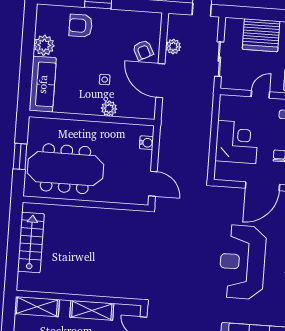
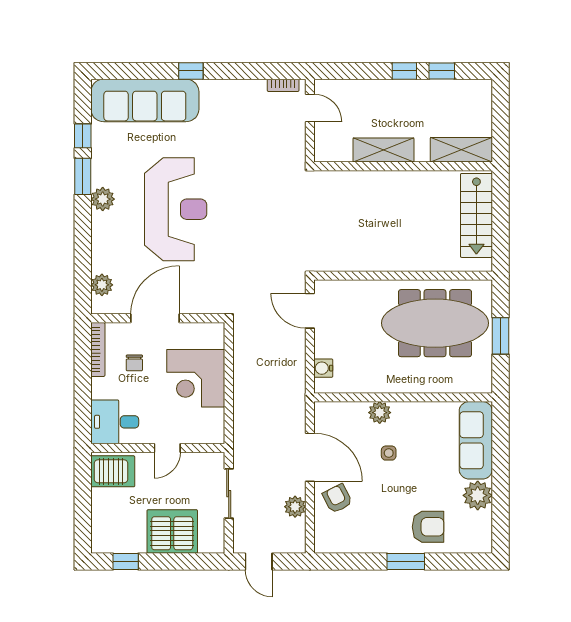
wall: (79, 298) -> (403, 166), moved
shelving: (37, 307) -> (461, 150), moved
shelving: (92, 310) -> (383, 150), moved

